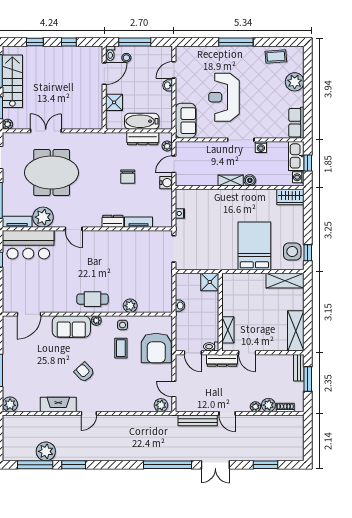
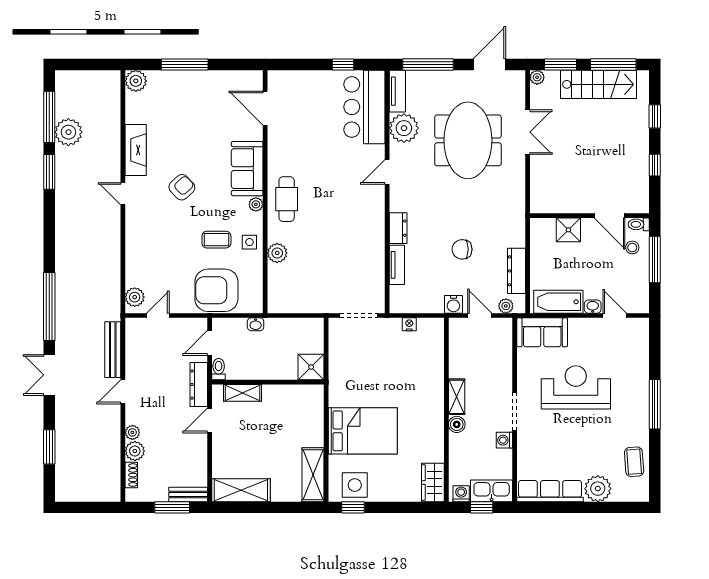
bathtub: (142, 121) -> (558, 302), moved, turned -90
row of seats: (296, 123) -> (550, 491), width x1.48
washbasin: (180, 306) -> (256, 324), moved

